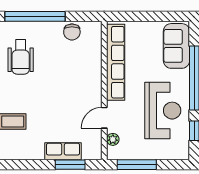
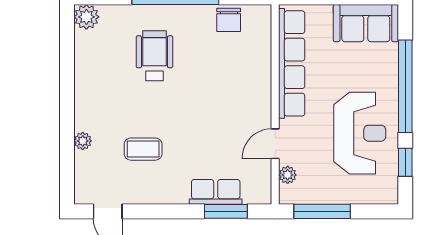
sofa: (176, 46) -> (366, 23), moved, turned -90
wheelchair: (21, 57) -> (154, 56), turned 180

